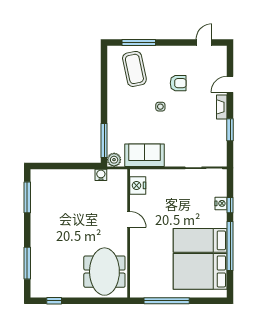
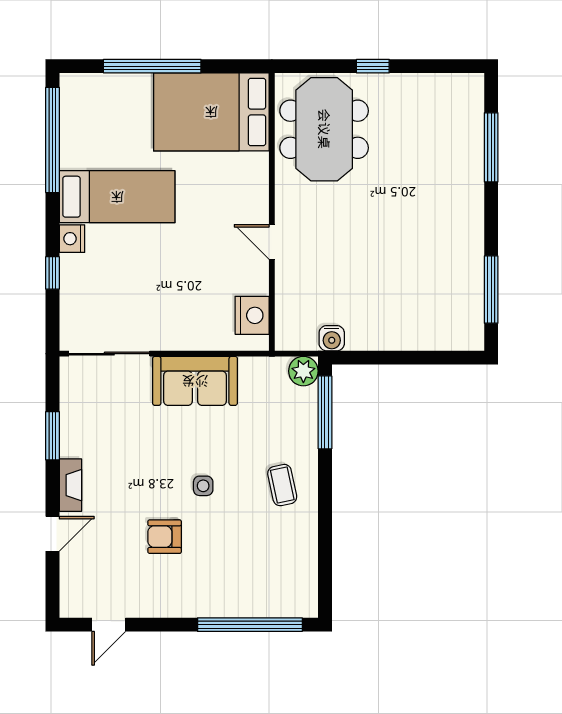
window: (139, 42) -> (250, 625), width x1.46
coffee table: (134, 69) -> (282, 485), moved, width x0.54, depth x0.58
sofa: (145, 155) -> (195, 381), moved
nightstand: (221, 203) -> (72, 239), moved
window: (230, 246) -> (53, 140), moved
bed: (200, 271) -> (211, 112), moved, turned 180
window: (54, 301) -> (373, 66), moved
window: (167, 301) -> (152, 66), moved

